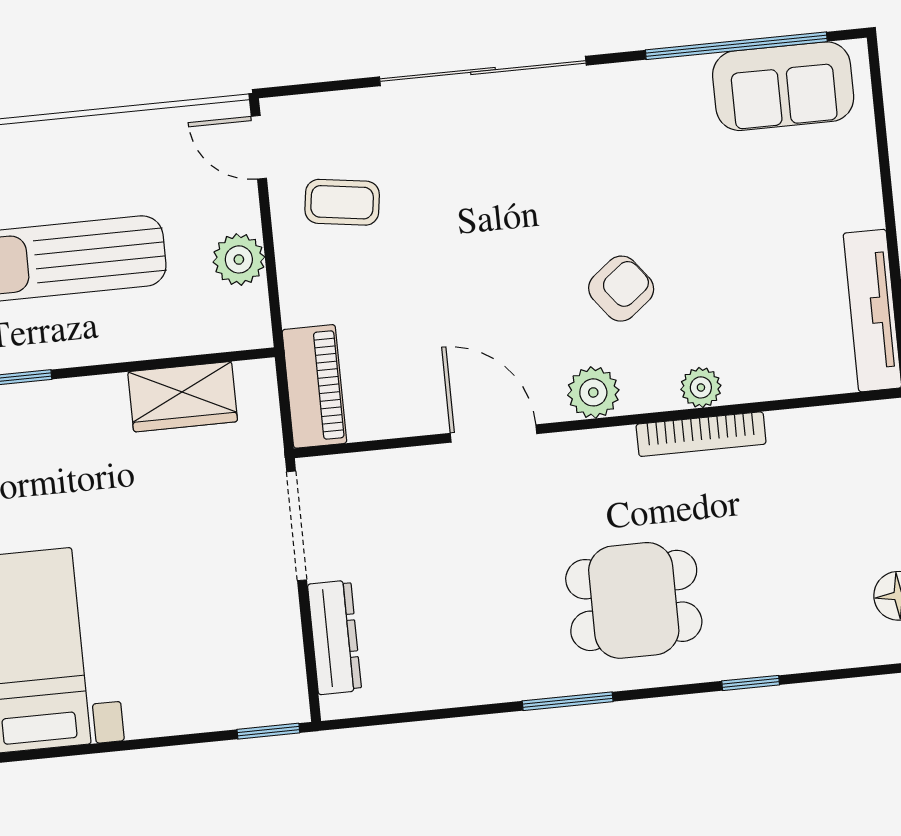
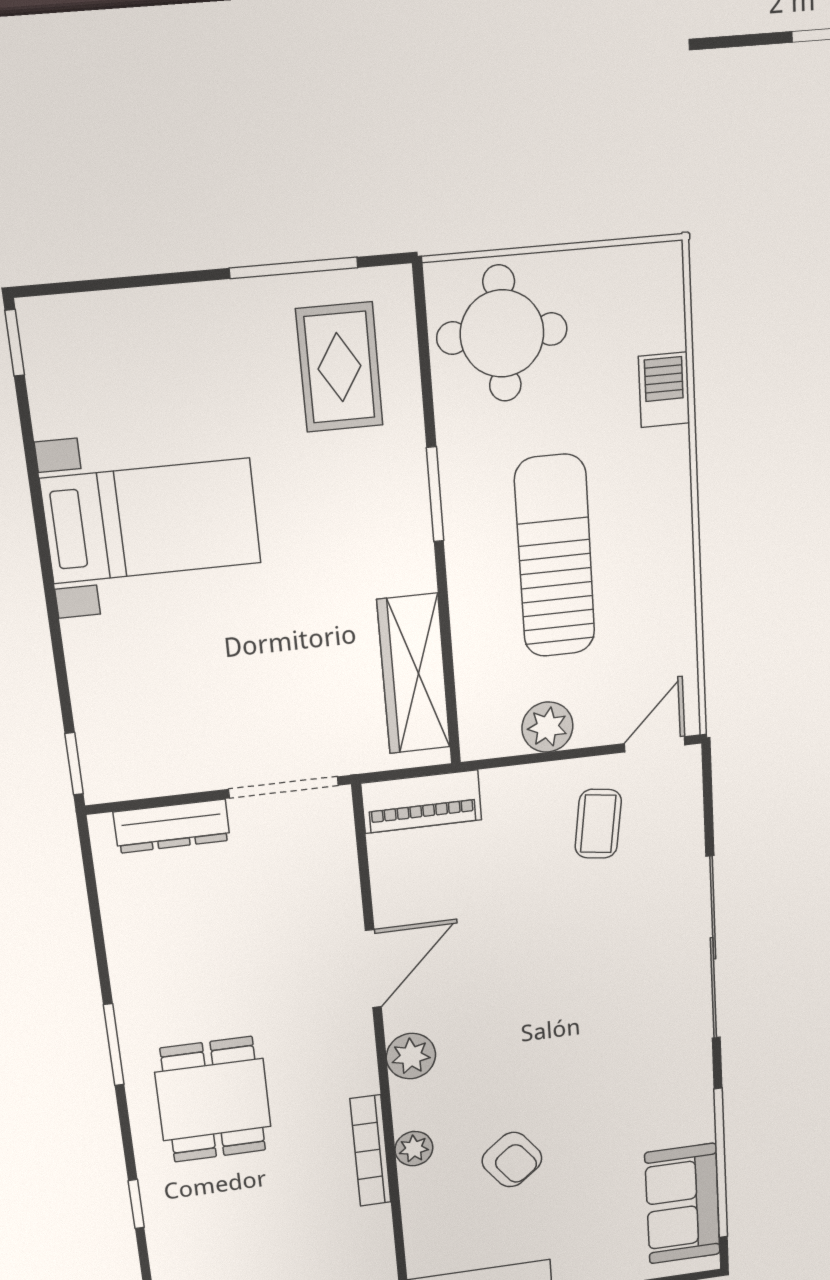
armchair: (621, 289) -> (512, 1160), moved
wardrobe: (183, 397) -> (414, 674), width x1.50

